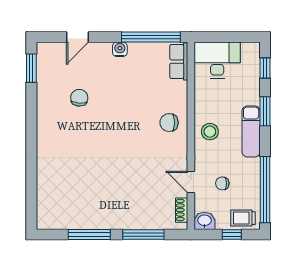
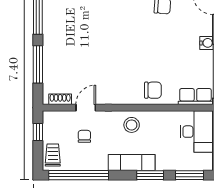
window: (265, 68) -> (190, 175), width x1.50
chair: (169, 123) -> (153, 90), moved, turned 90
washbasin: (205, 221) -> (50, 120), removed
window: (232, 234) -> (38, 132), moved

